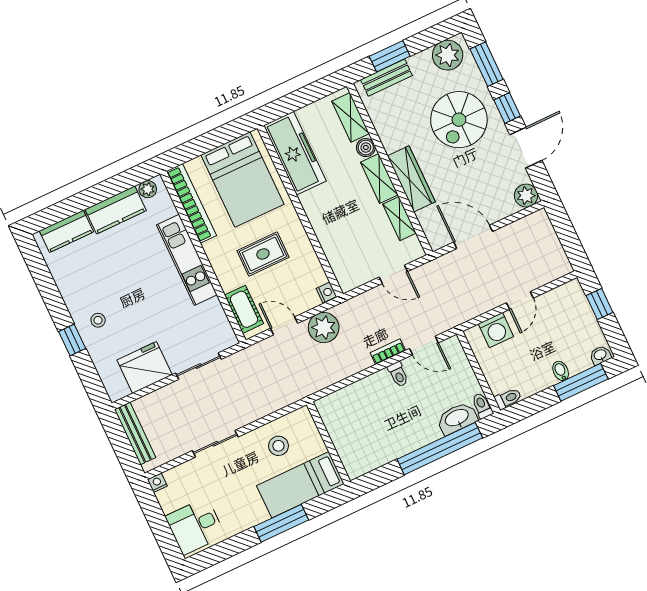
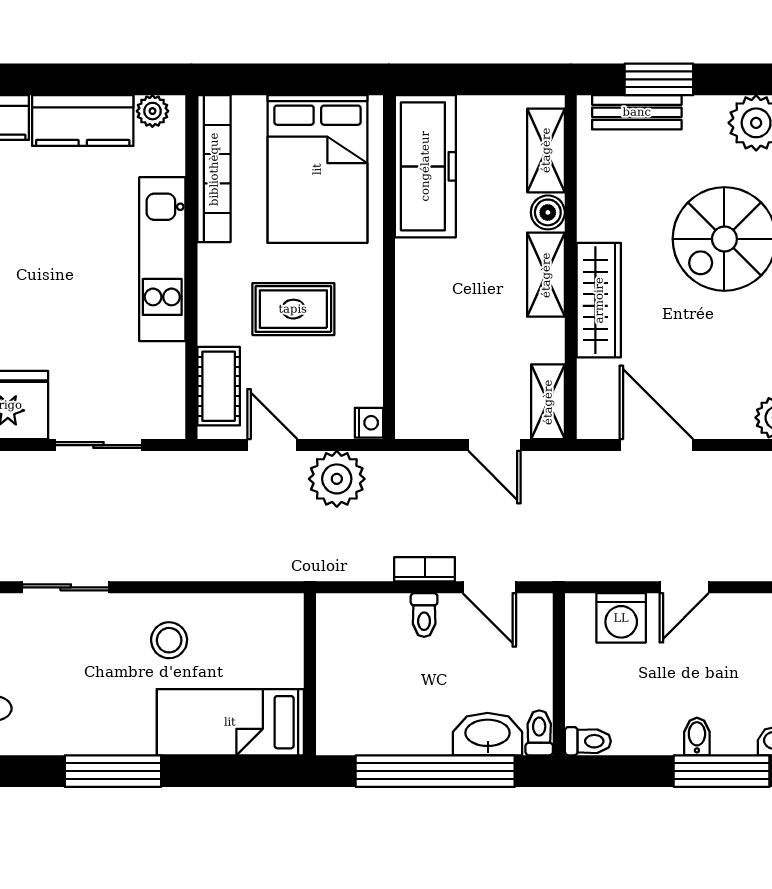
shelving: (399, 219) -> (548, 402), moved
wall: (328, 443) -> (310, 674), moved
bed: (300, 485) -> (230, 722), moved

